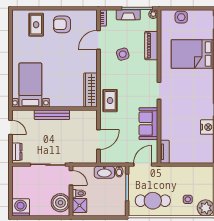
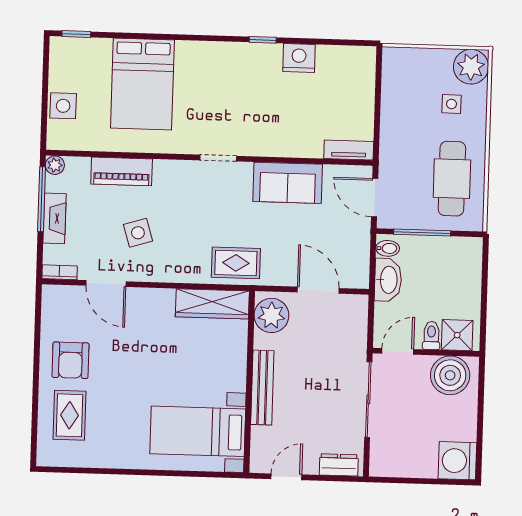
rug: (36, 25) -> (69, 415), turned 90
plant: (86, 118) -> (271, 315), added

